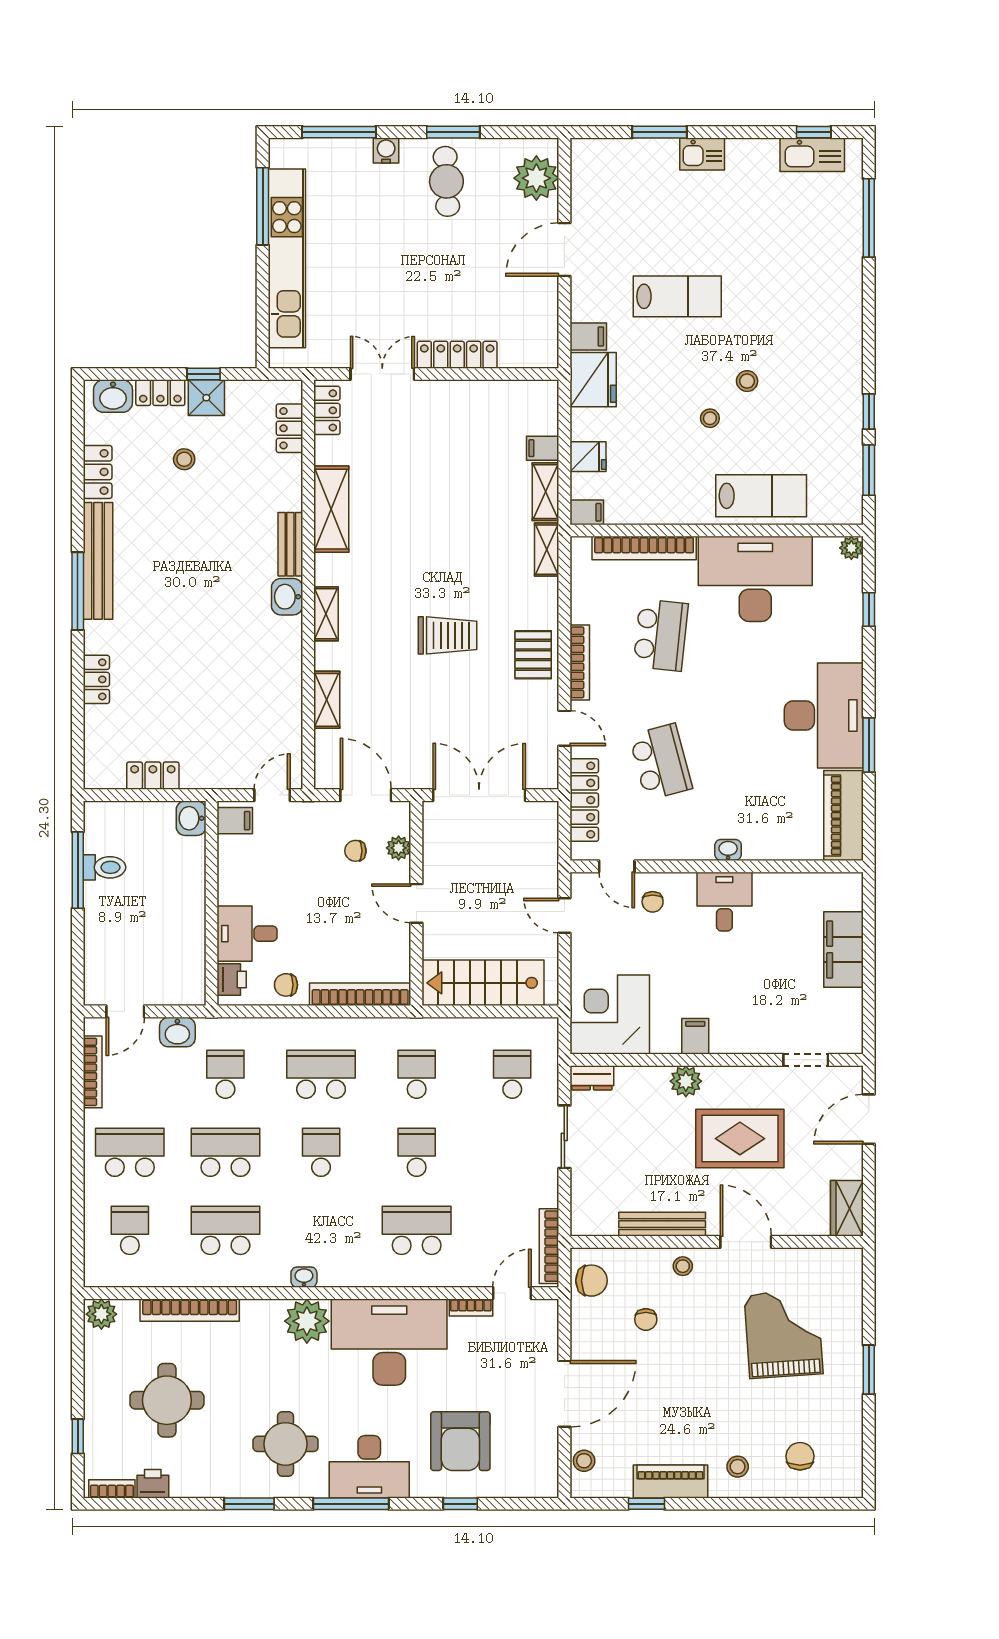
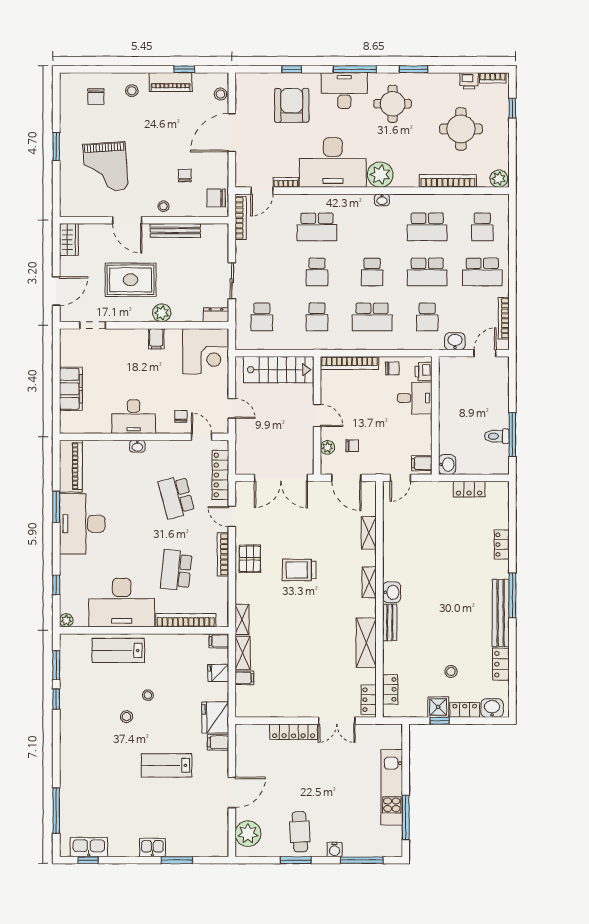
kitchen unit: (287, 258) -> (392, 787), width x0.73
desk: (724, 902) -> (134, 417), width x1.37

